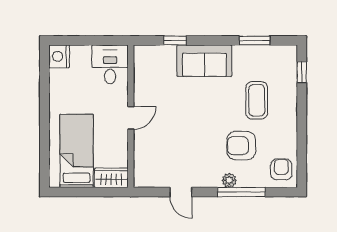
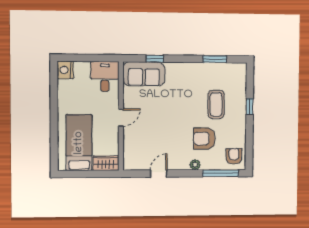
sofa: (204, 61) -> (144, 74), moved
window: (302, 72) -> (250, 107), moved
door: (181, 192) -> (159, 174), swing flipped
window: (241, 192) -> (221, 173), moved

